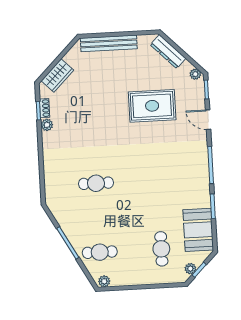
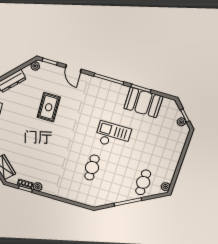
rug: (152, 106) -> (49, 107), width x0.73, depth x0.70
door: (208, 120) -> (73, 69), hinge flipped
checkout: (145, 194) -> (113, 135), added
booth: (198, 230) -> (143, 102), moved
cafe table: (161, 249) -> (158, 138), removed

